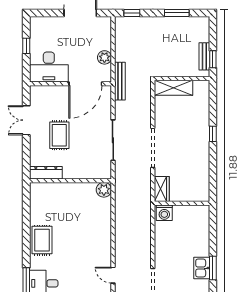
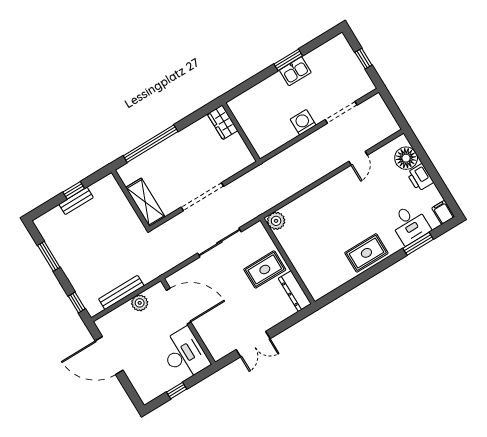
wall: (182, 78) -> (131, 199), moved
bench: (120, 81) -> (121, 292), moved
shelving: (174, 88) -> (145, 202), moved
window: (213, 134) -> (151, 144), width x3.17
rug: (59, 135) -> (265, 269), moved
wardrobe: (162, 189) -> (223, 122), moved, turned -90
washing machine: (164, 213) -> (303, 122), moved, turned -90

